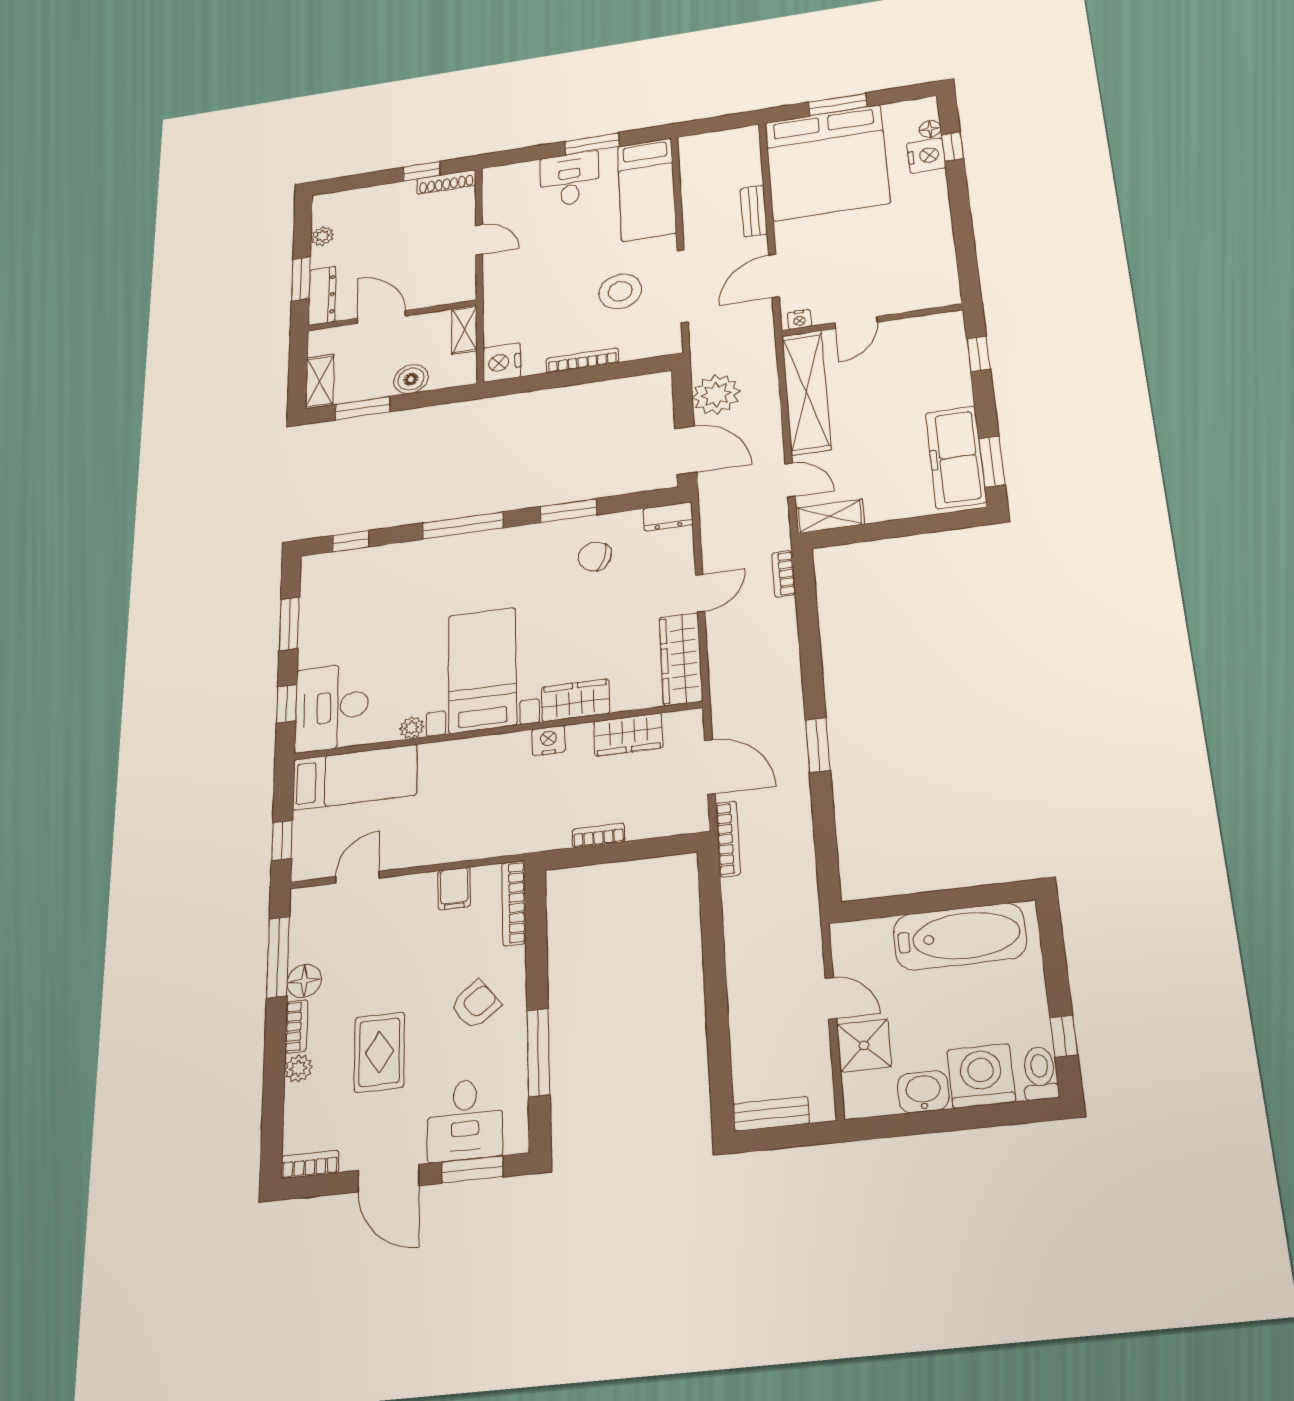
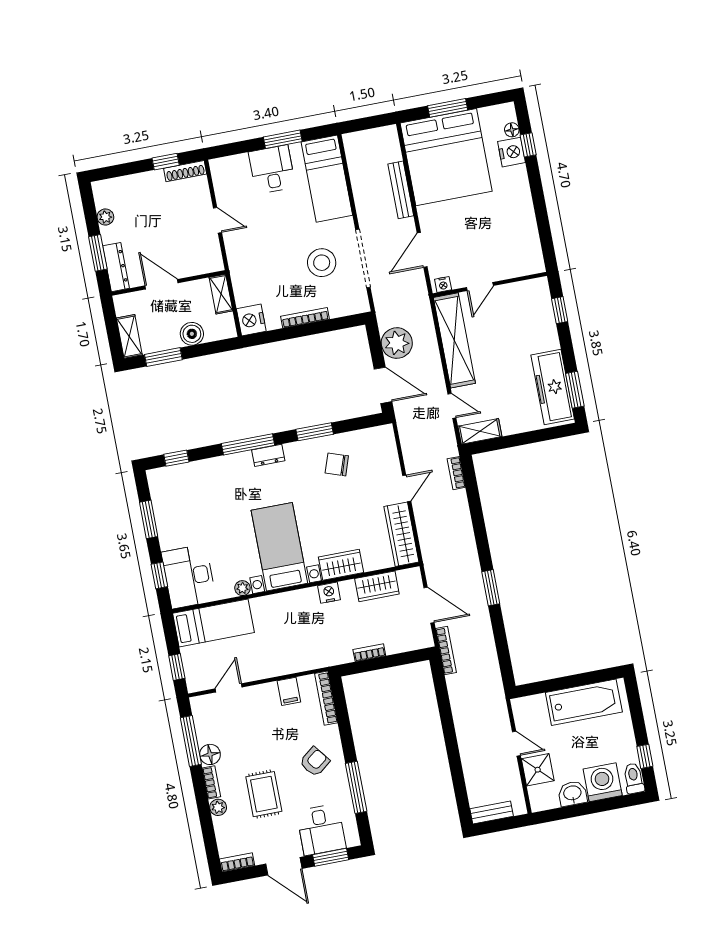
bench: (754, 211) -> (401, 190), width x1.36
dresser: (668, 516) -> (268, 455), moved

